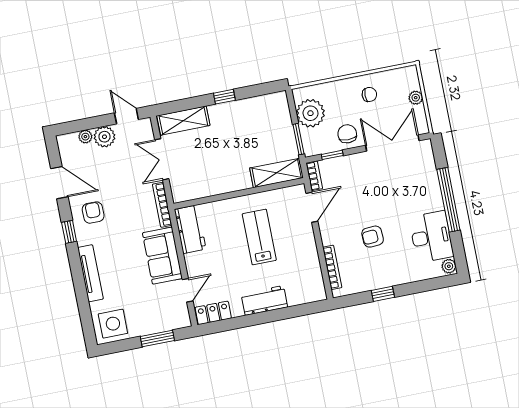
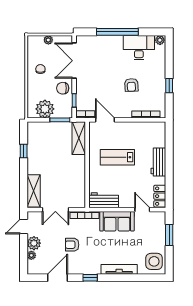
window: (224, 97) -> (24, 151), moved
armchair: (93, 213) -> (72, 245), moved

